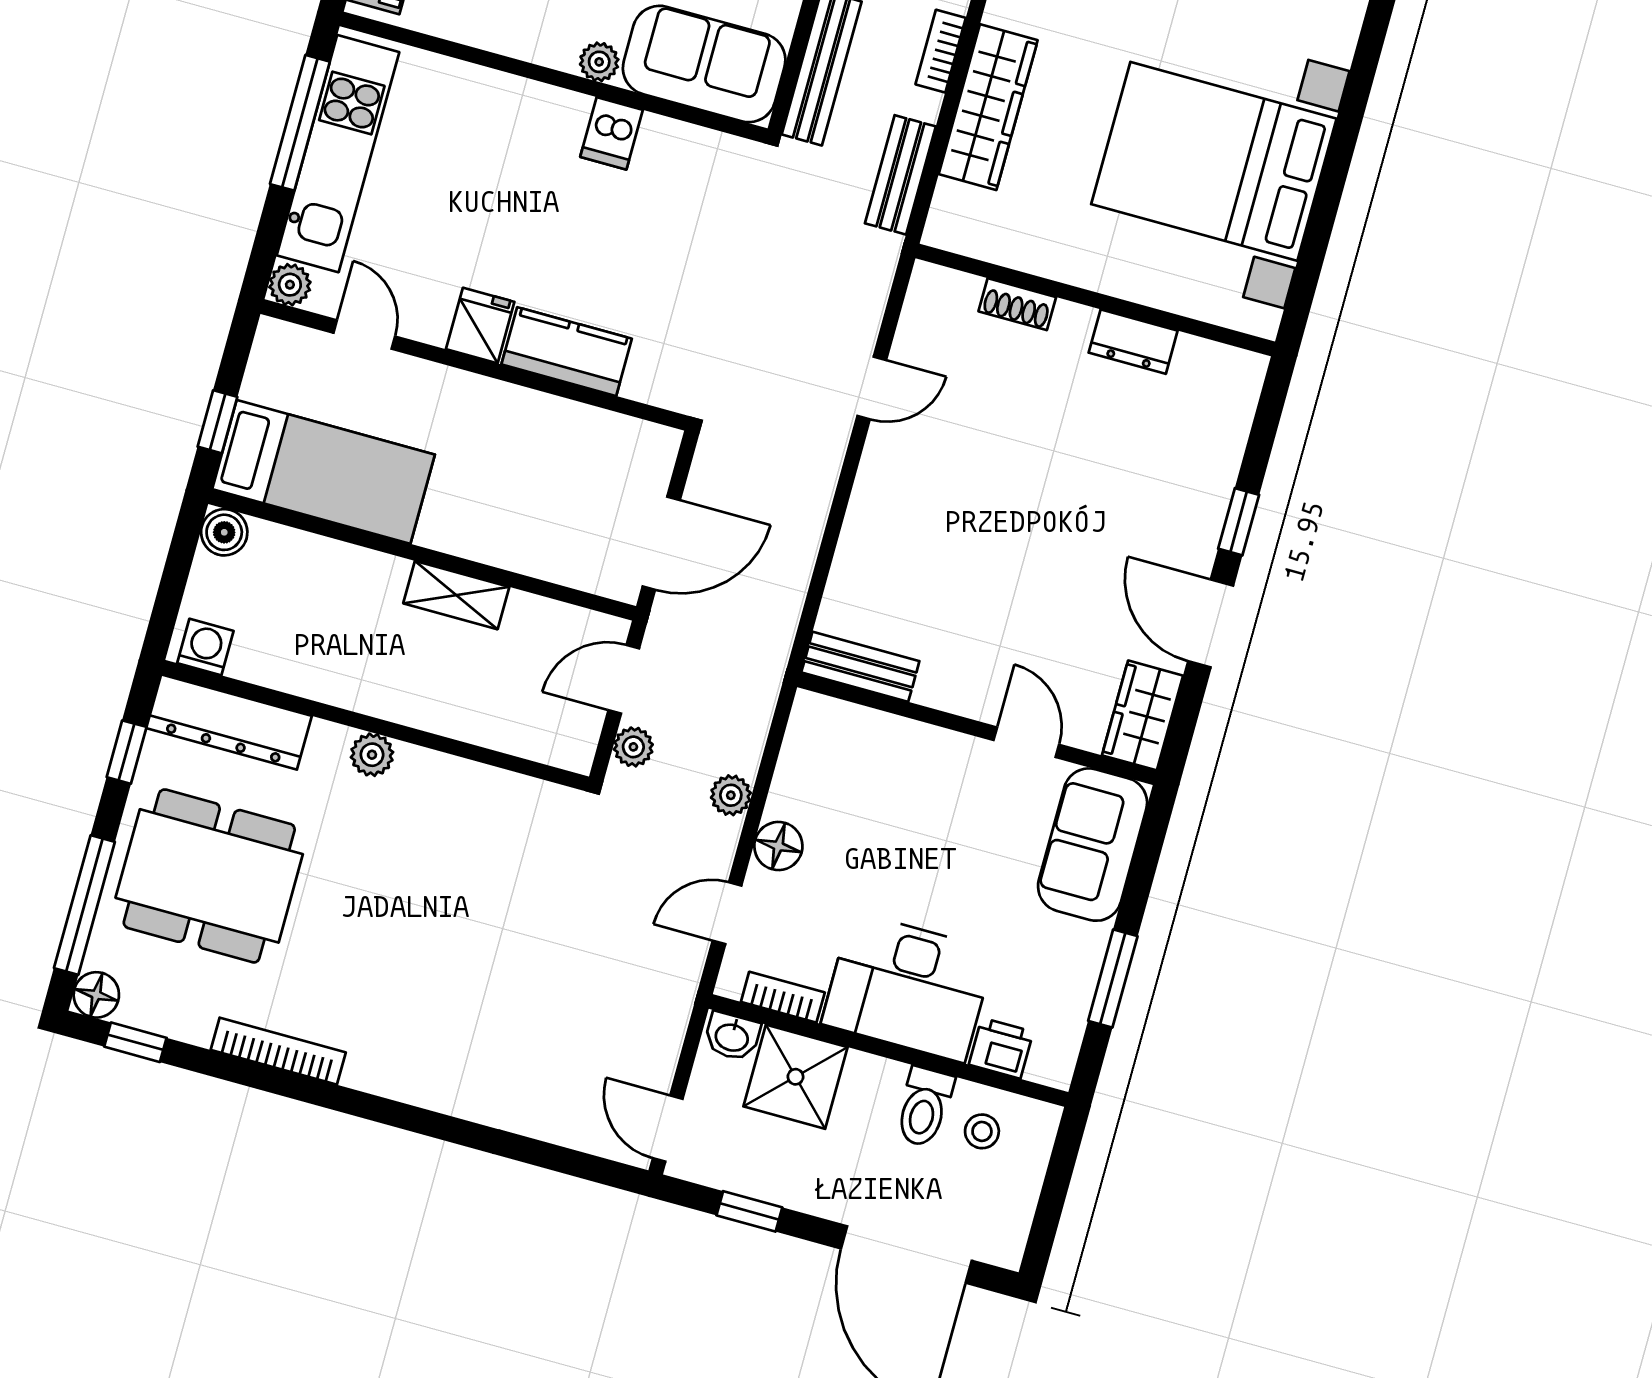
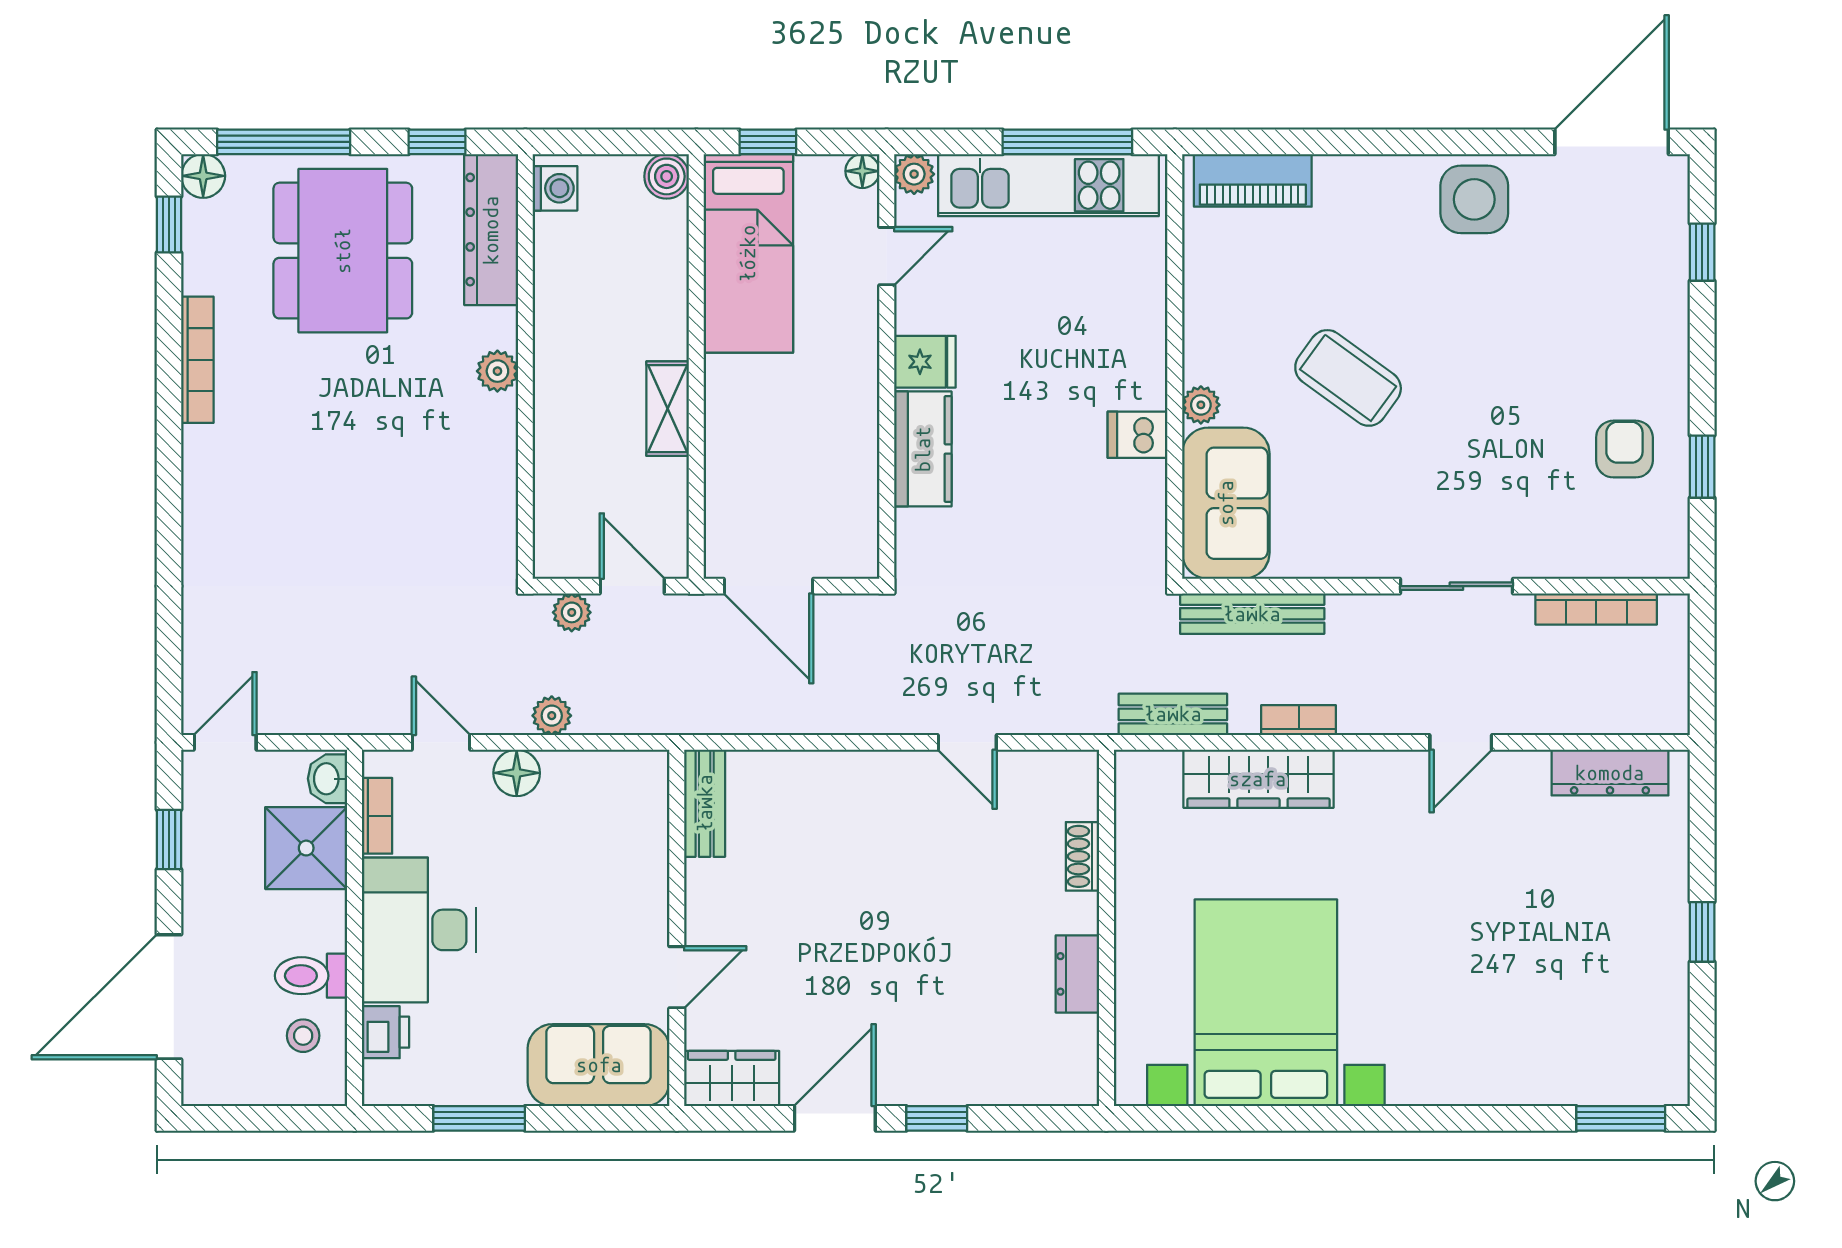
floor lamp: (273, 335) -> (862, 171), added

